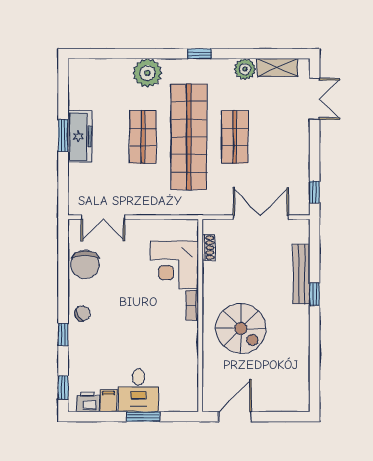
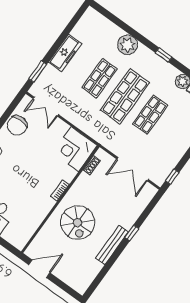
window: (63, 136) -> (38, 72), moved
shop shelf: (189, 137) -> (125, 96), width x0.71
double door: (261, 217) -> (133, 169), swing flipped
corner desk: (174, 265) -> (75, 149), moved
bench: (301, 274) -> (112, 245), moved

